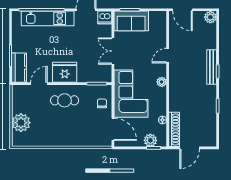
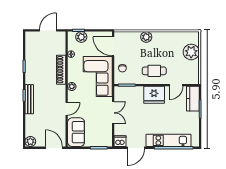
sofa: (131, 21) -> (76, 132), moved, turned 90
shoe rack: (174, 129) -> (61, 70), moved
plant: (74, 140) -> (146, 37), added

